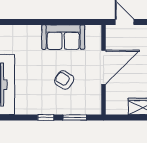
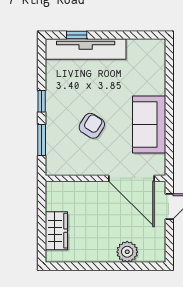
door: (103, 67) -> (131, 178), moved

